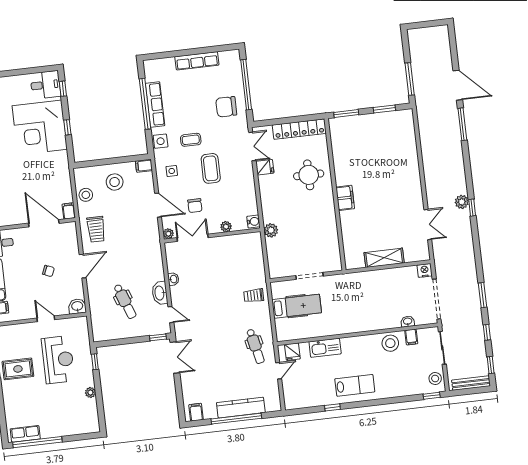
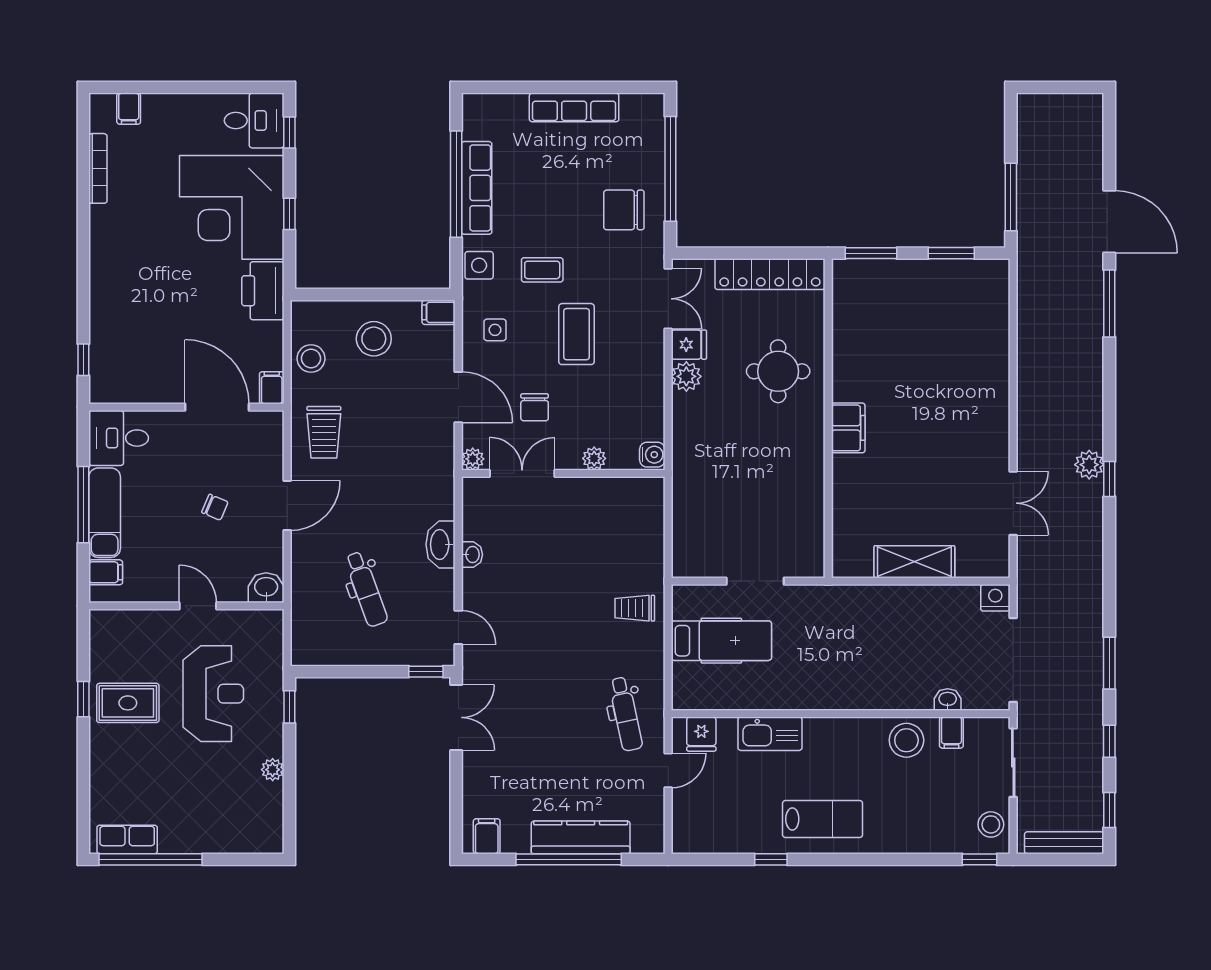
printer: (59, 165) -> (263, 291), added
plant: (271, 230) -> (686, 376), moved
washbasin: (160, 293) -> (441, 544), moved

